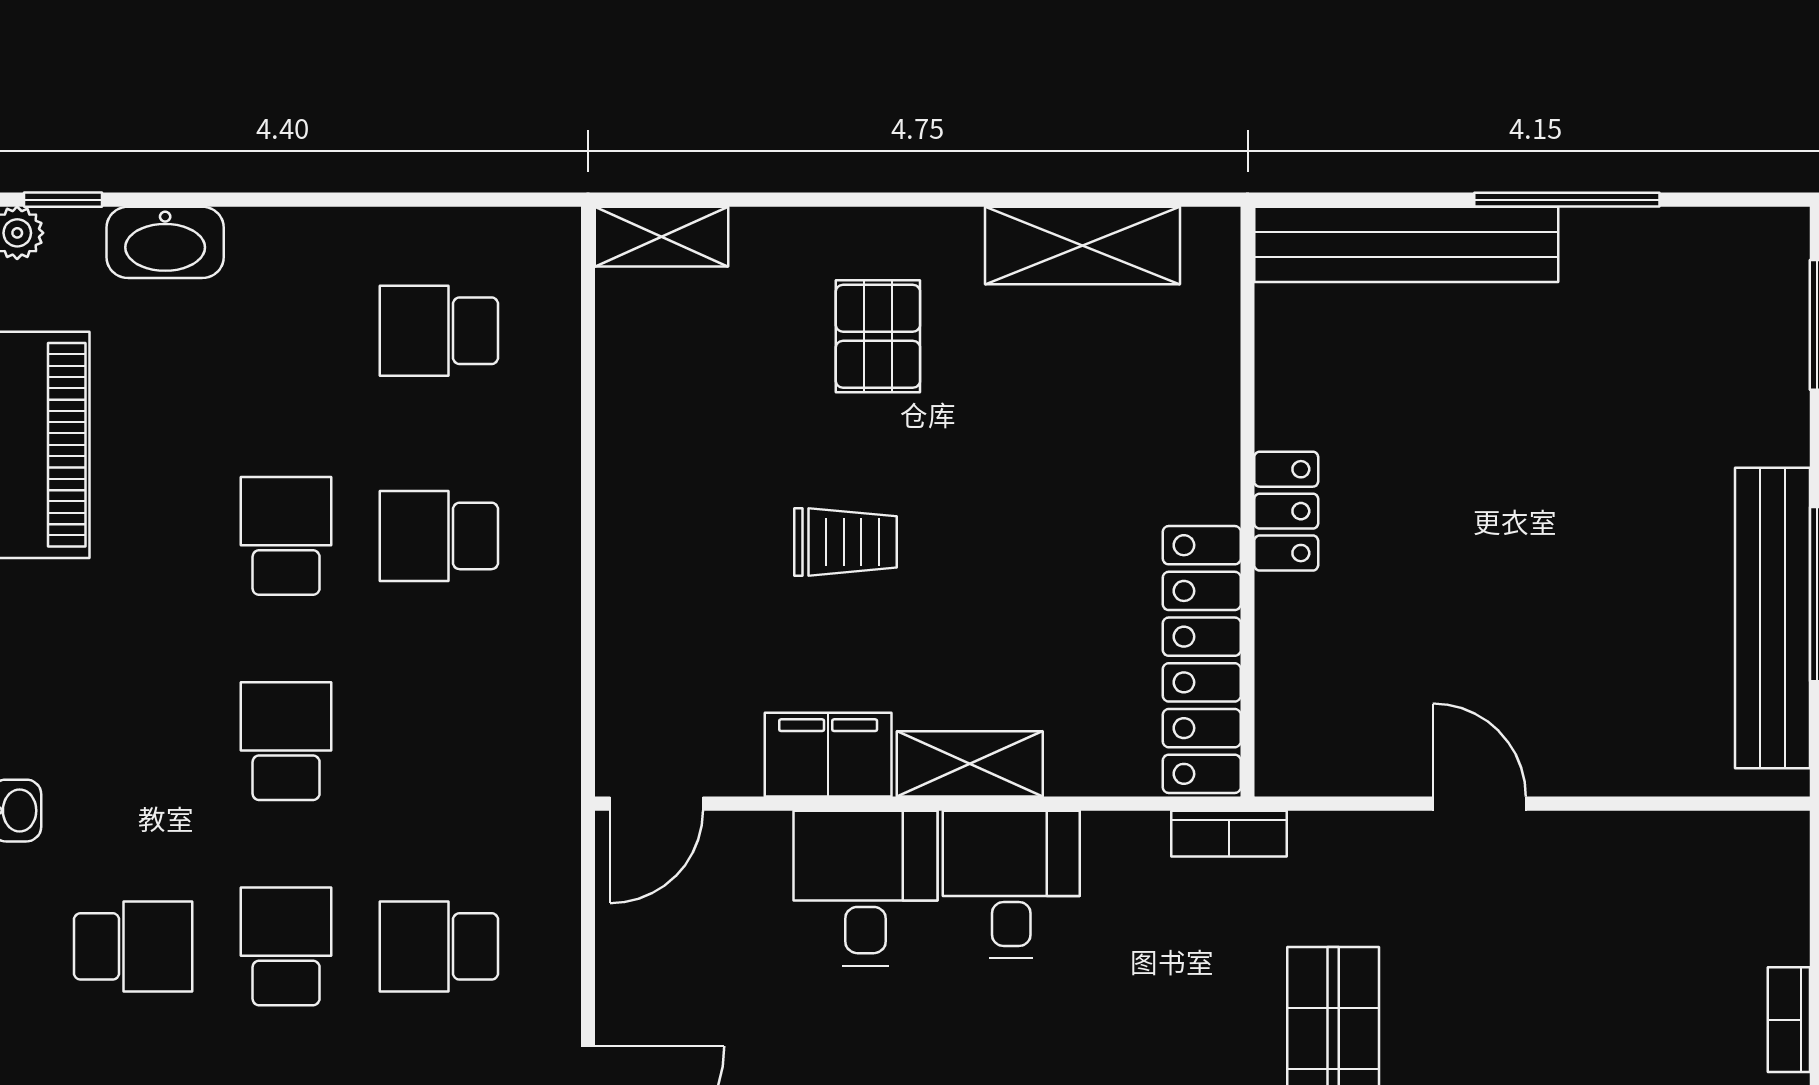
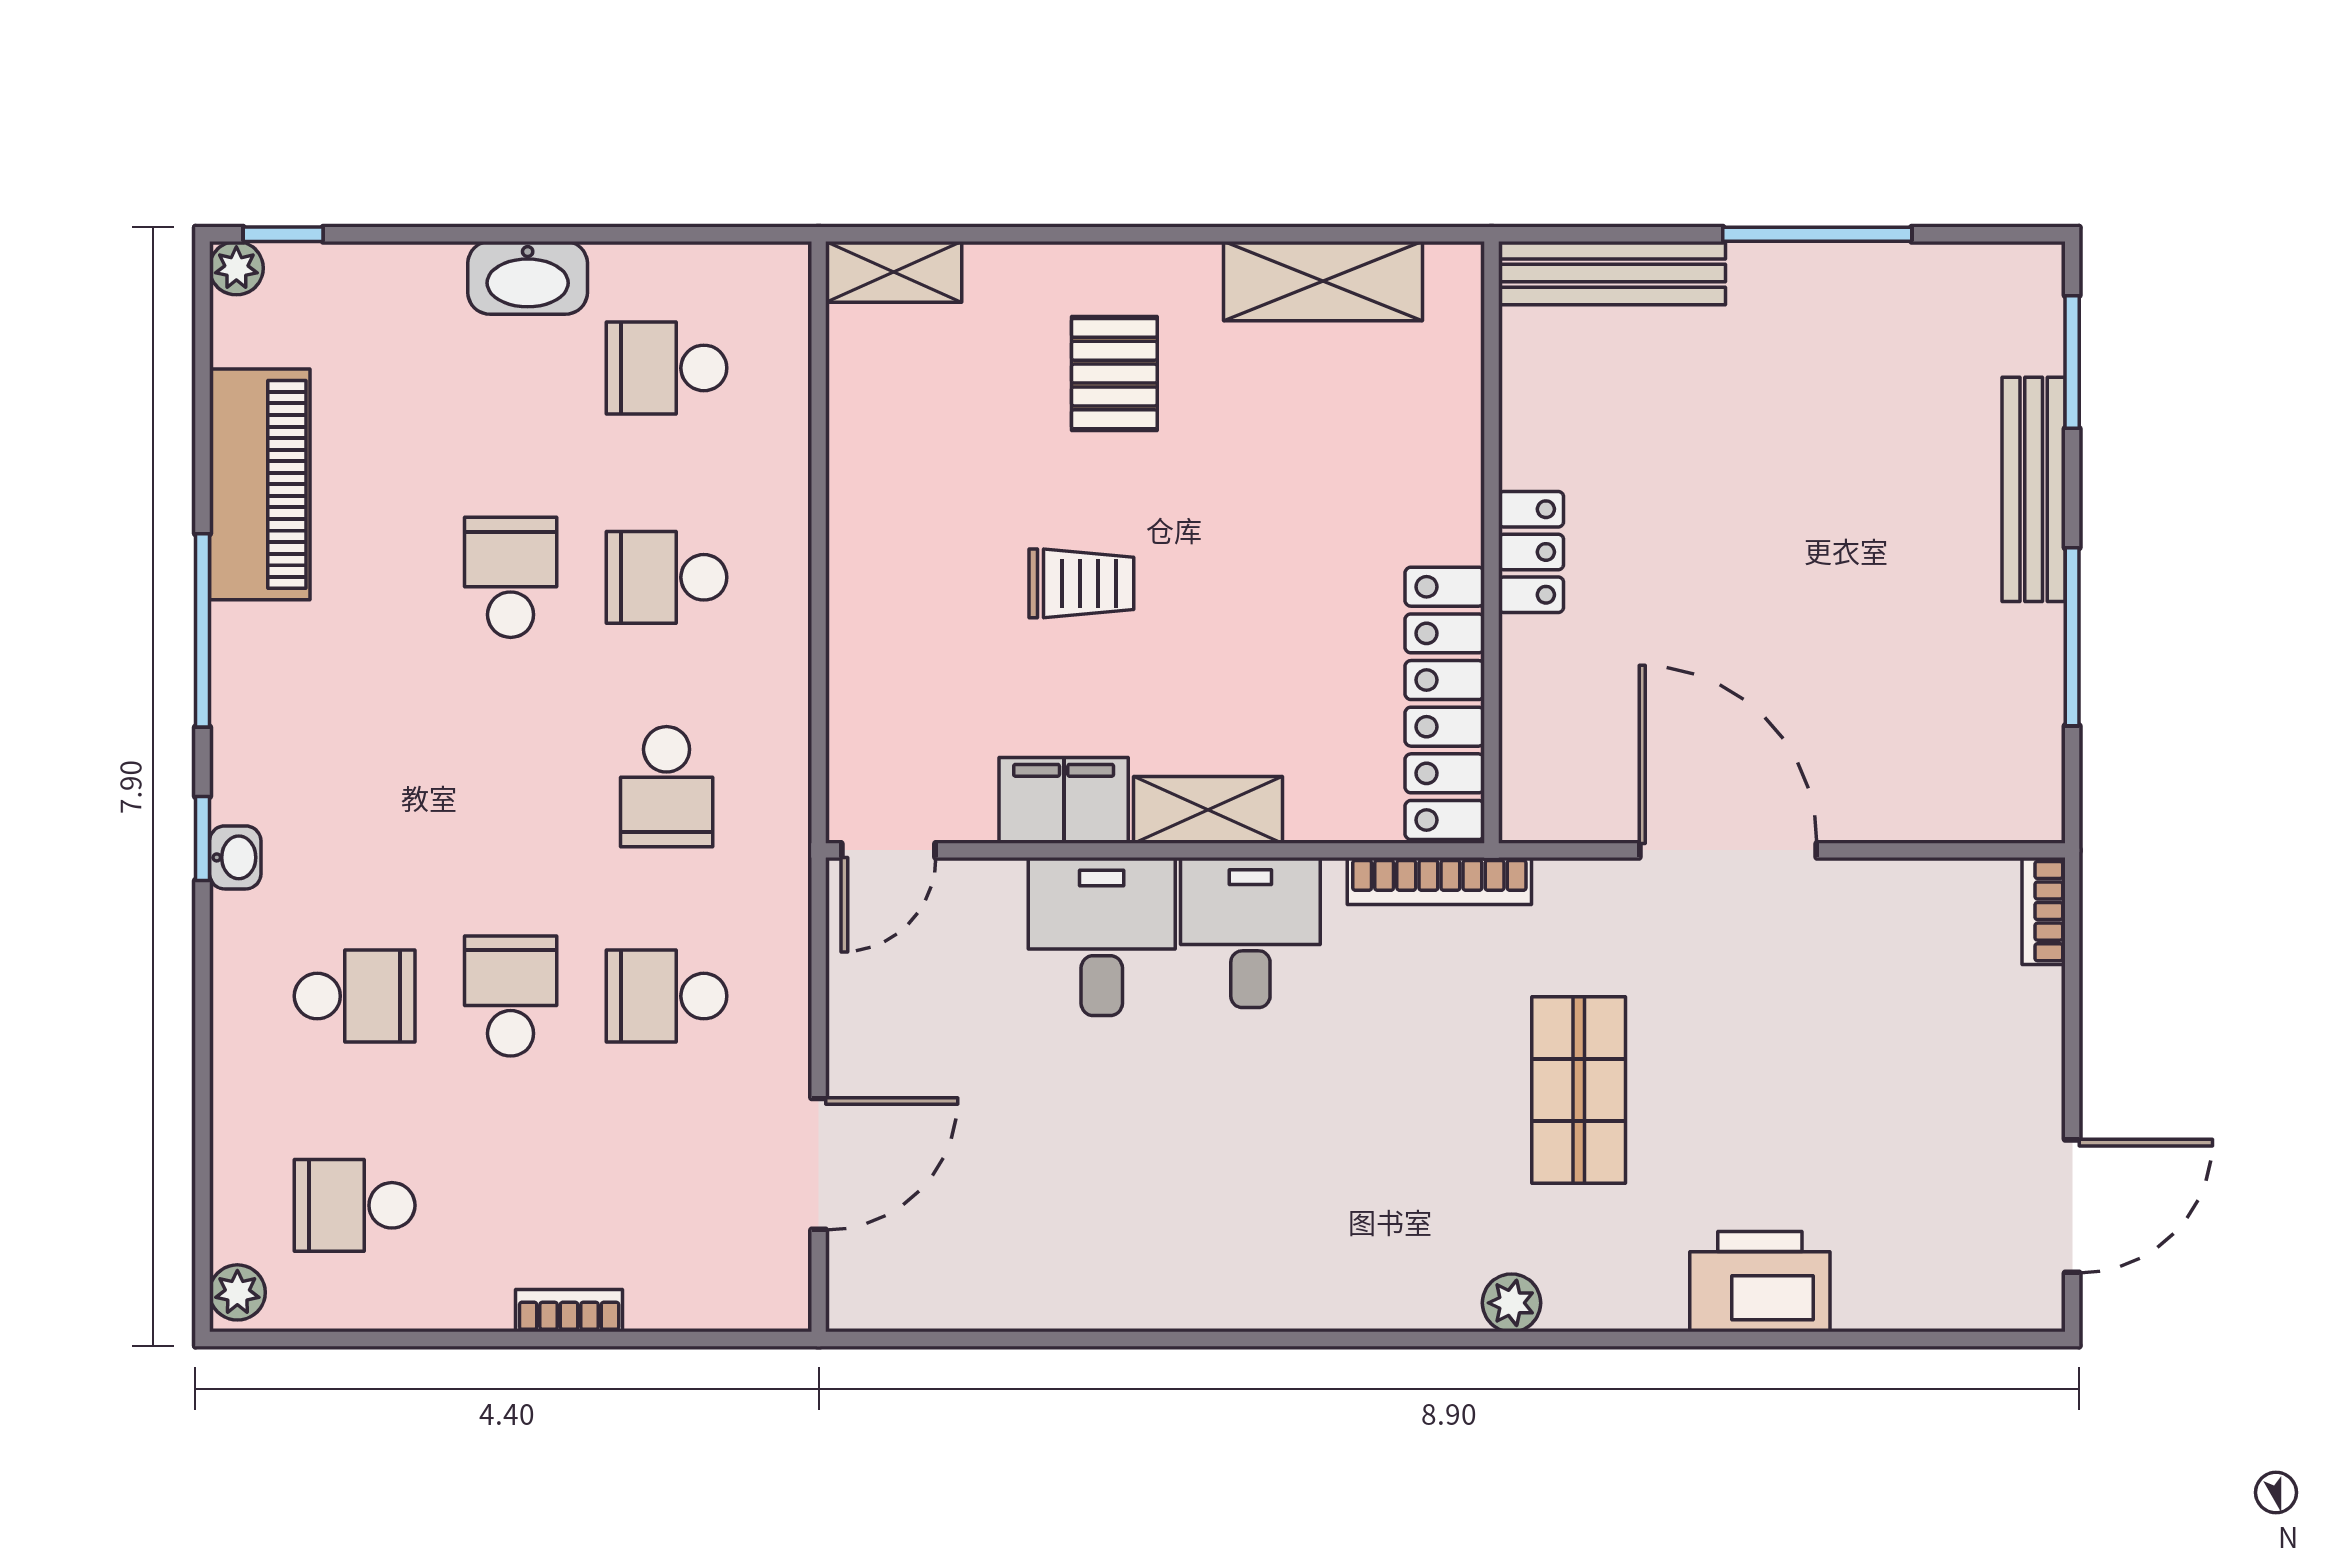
washbasin: (165, 242) -> (528, 278), moved
bench: (1406, 244) -> (1612, 273), width x0.73, depth x0.82
bench: (1772, 618) -> (2034, 489), moved, width x0.73, depth x0.82
school desk: (286, 741) -> (667, 787), moved, turned 180
door: (1479, 804) -> (1728, 850), width x1.88
bookcase: (1229, 834) -> (1439, 881), width x1.56
bookcase: (1789, 1020) -> (2044, 911), moved

